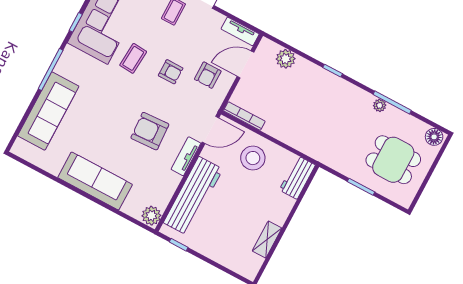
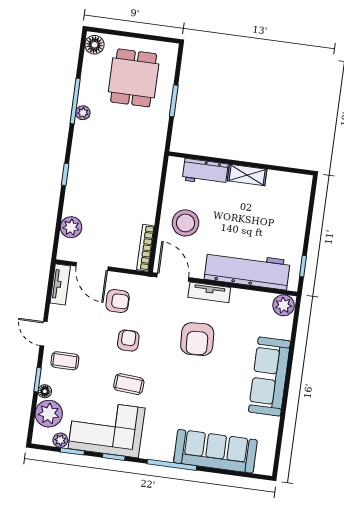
workbench: (297, 177) -> (205, 172), moved
shelving: (267, 240) -> (247, 175), moved

